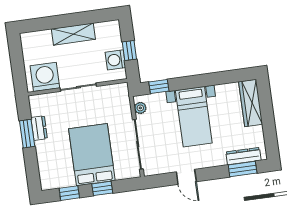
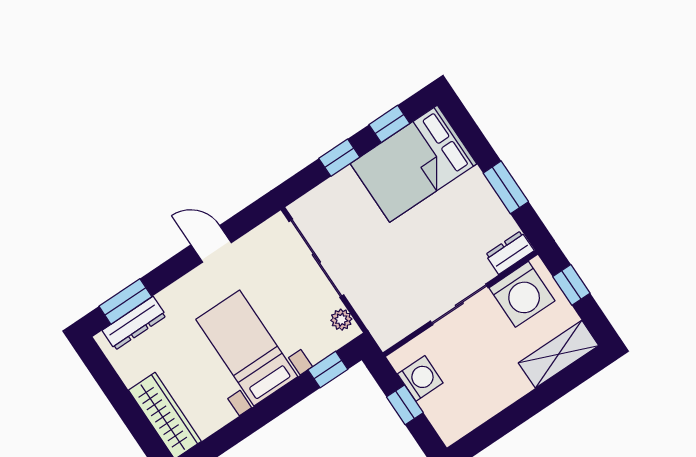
shelving: (73, 34) -> (559, 354), moved
window: (18, 70) -> (571, 285), added
dresser: (39, 128) -> (510, 253), moved, turned 90
bed: (92, 155) -> (413, 164), moved, turned 90

